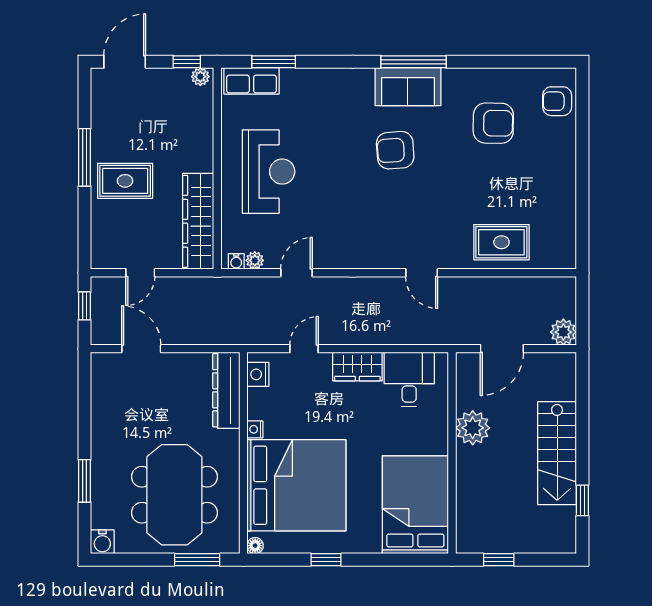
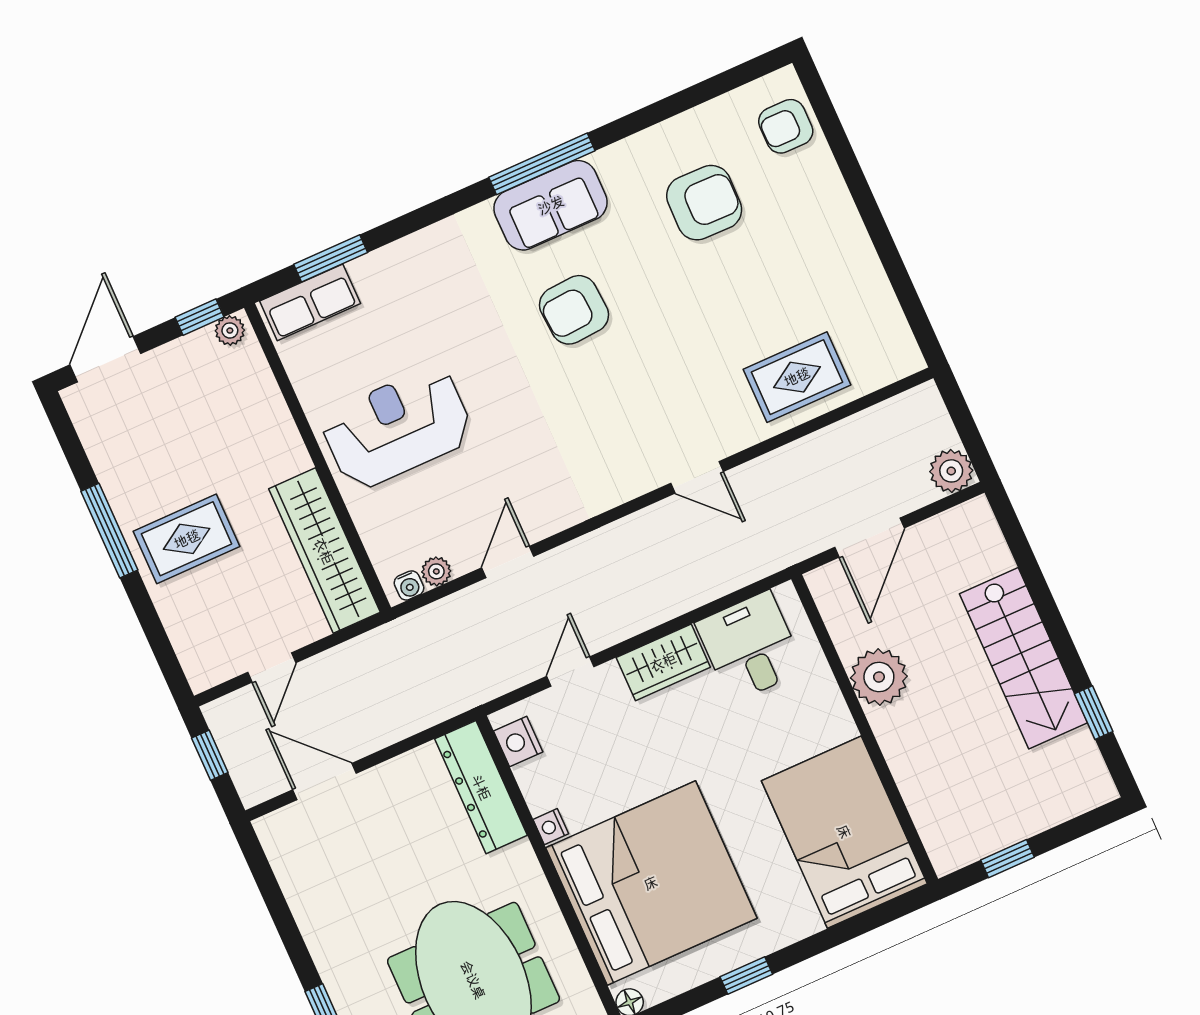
reception desk: (269, 172) -> (397, 428), turned -90

